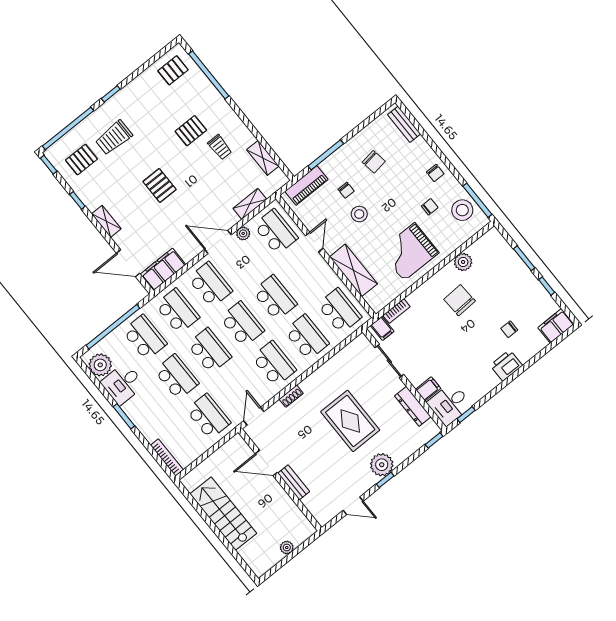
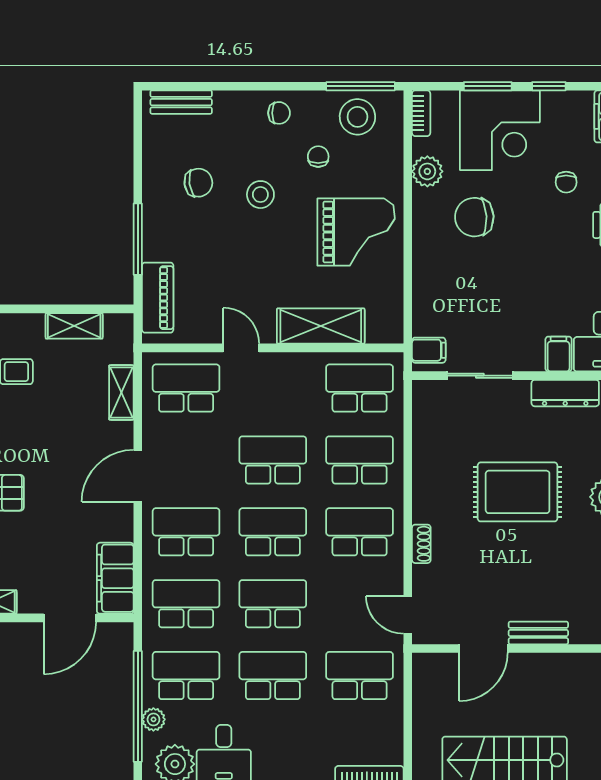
chair: (346, 190) -> (206, 250), removed
stool: (359, 214) -> (260, 195), moved
plant: (243, 233) -> (153, 719), moved
grand piano: (409, 252) -> (356, 232), turned -90
corner desk: (509, 280) -> (500, 130), added
bookcase: (397, 311) -> (421, 113), moved

